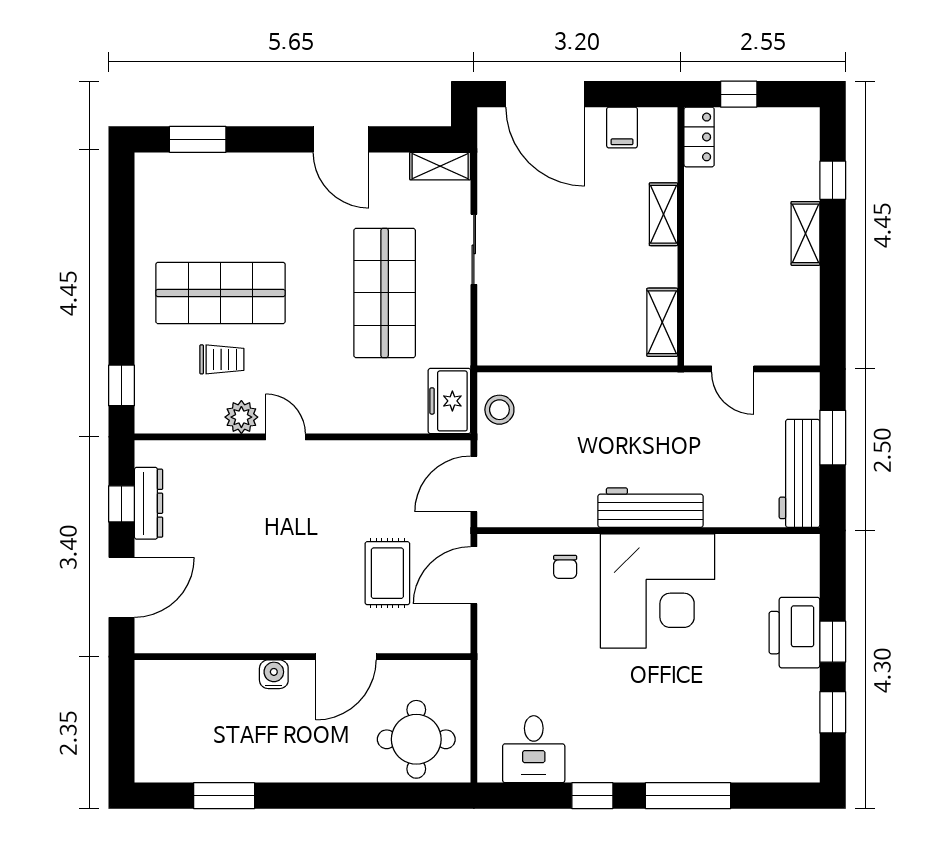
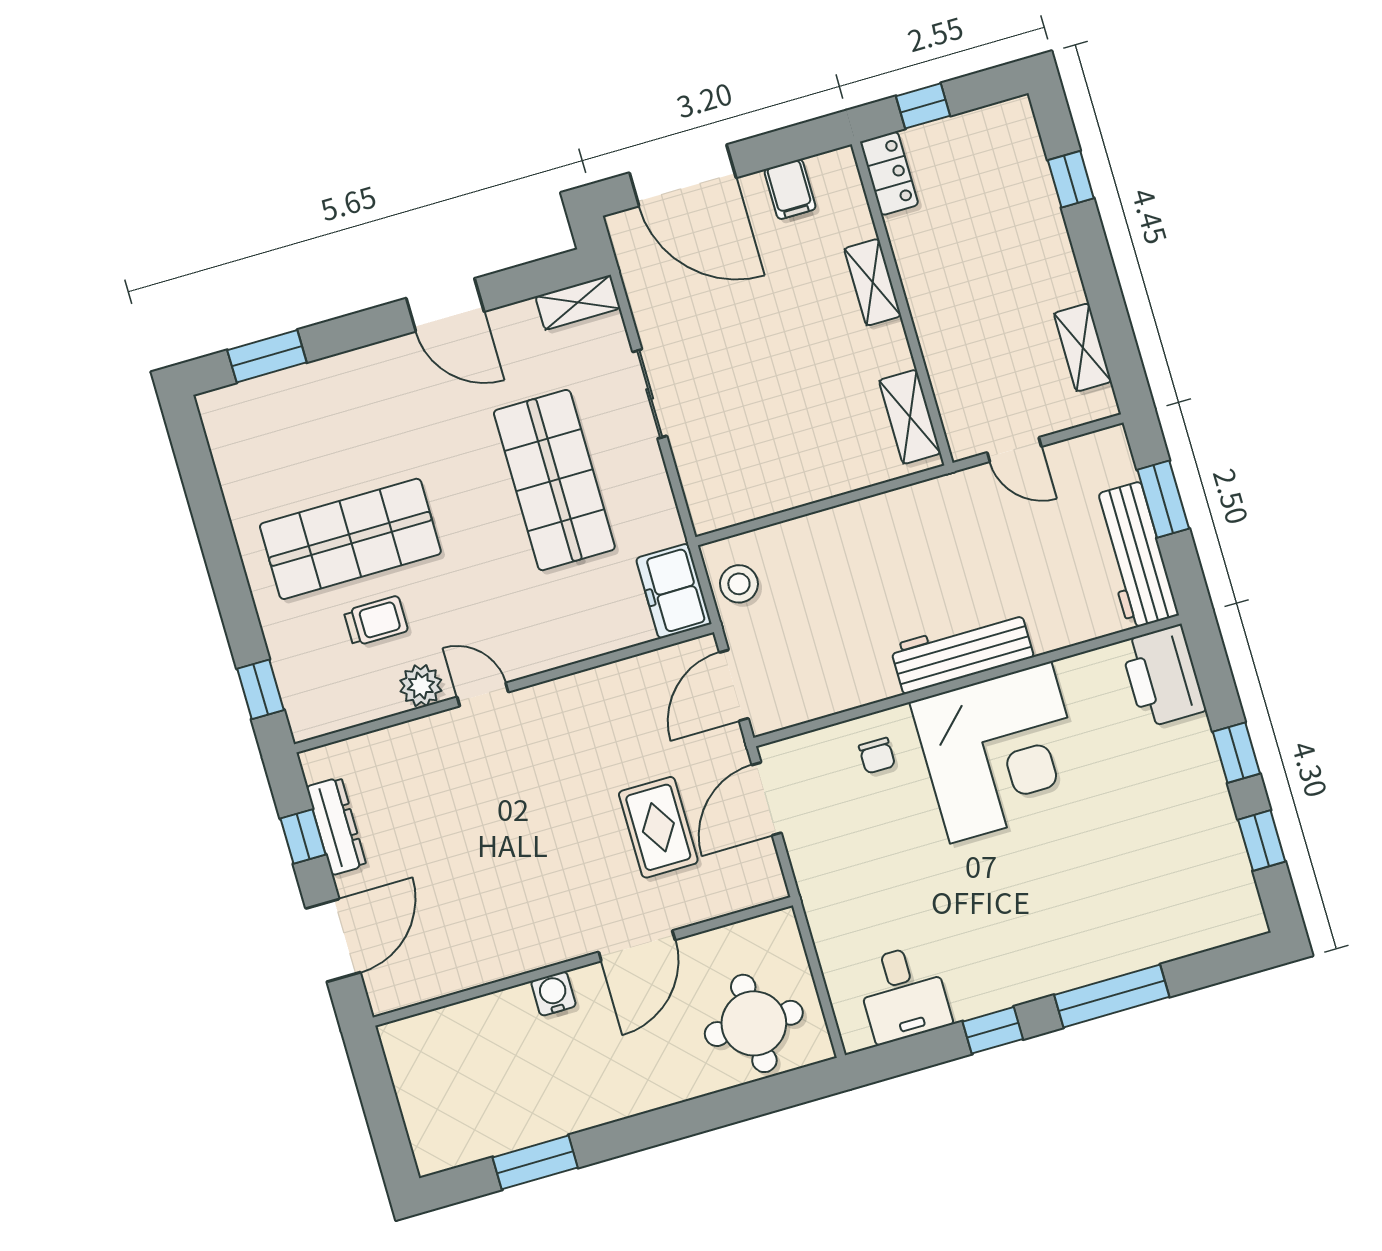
shelving: (805, 233) -> (1083, 347), moved
printer: (794, 633) -> (1163, 676), moved

